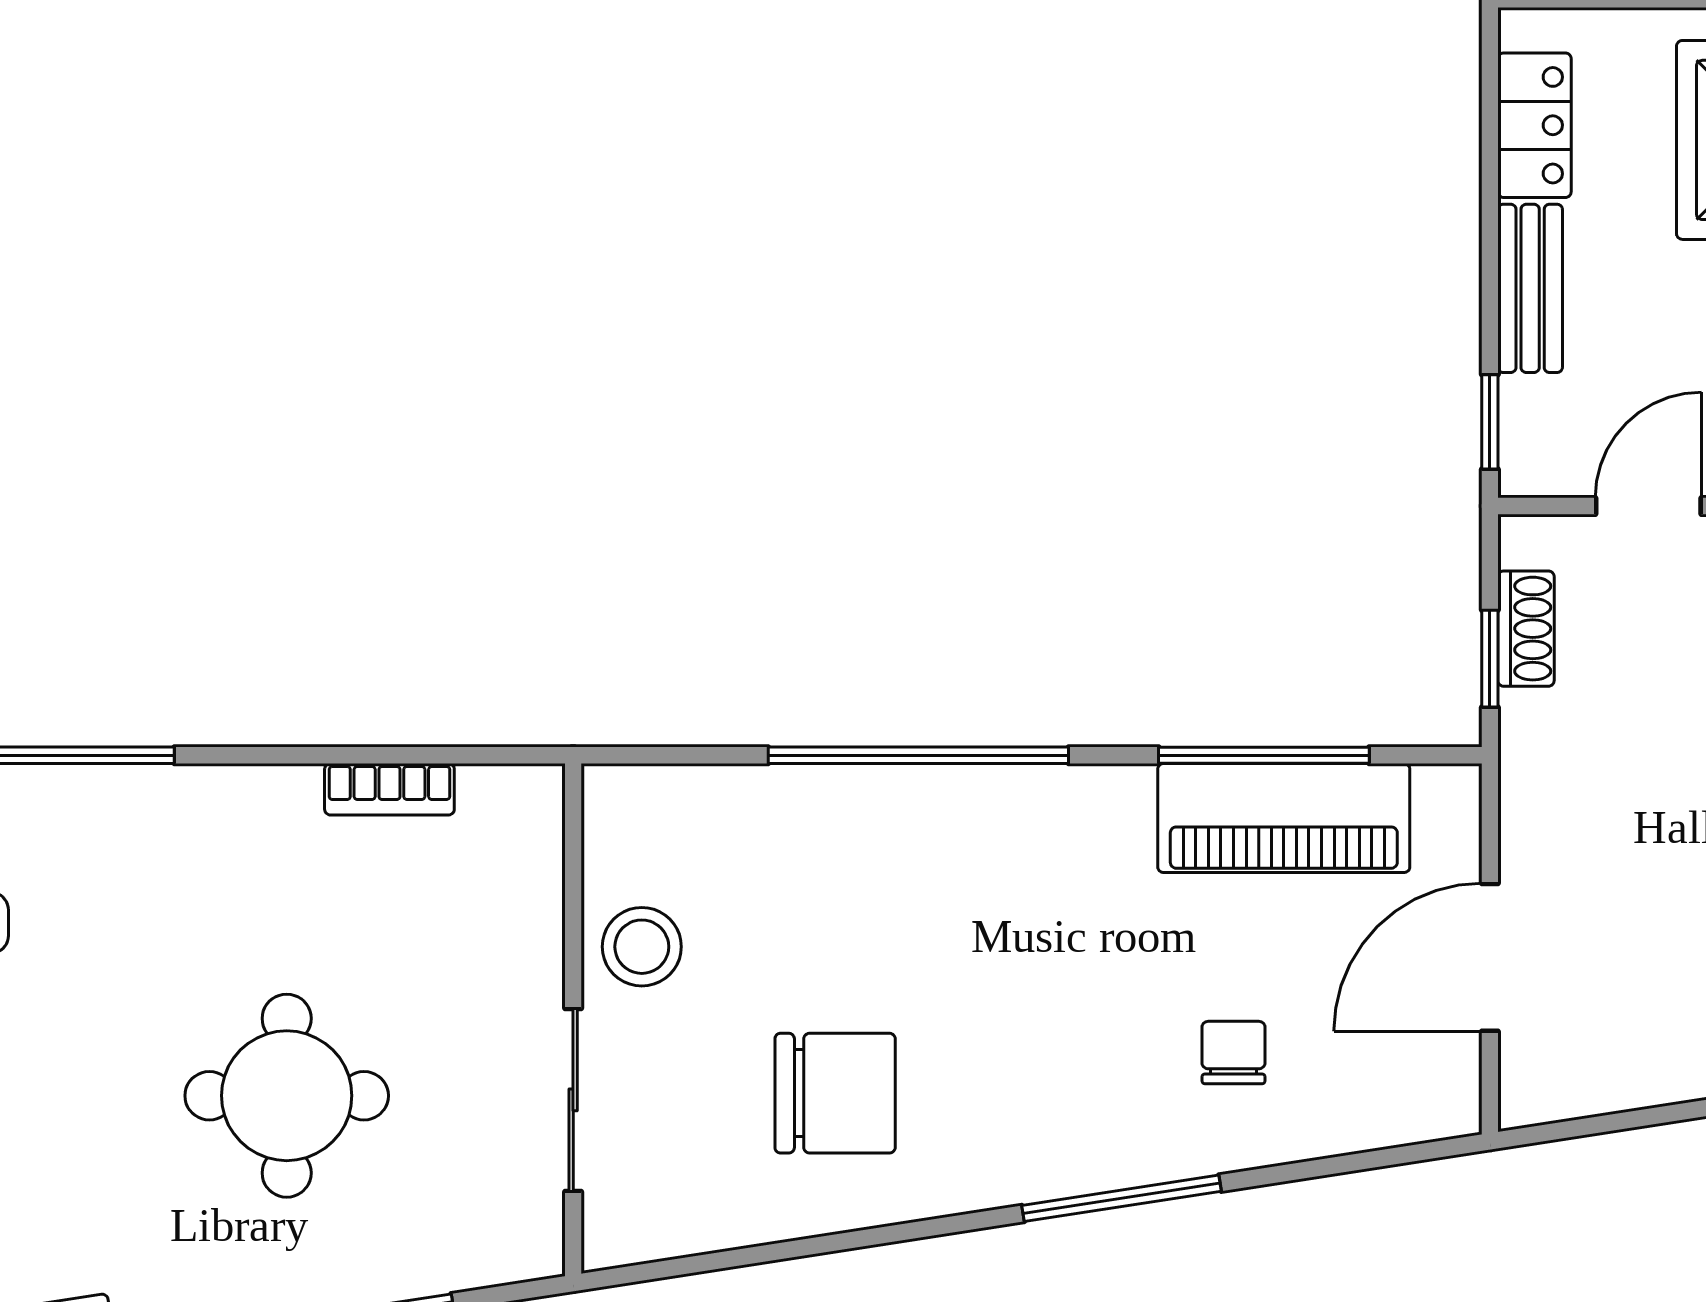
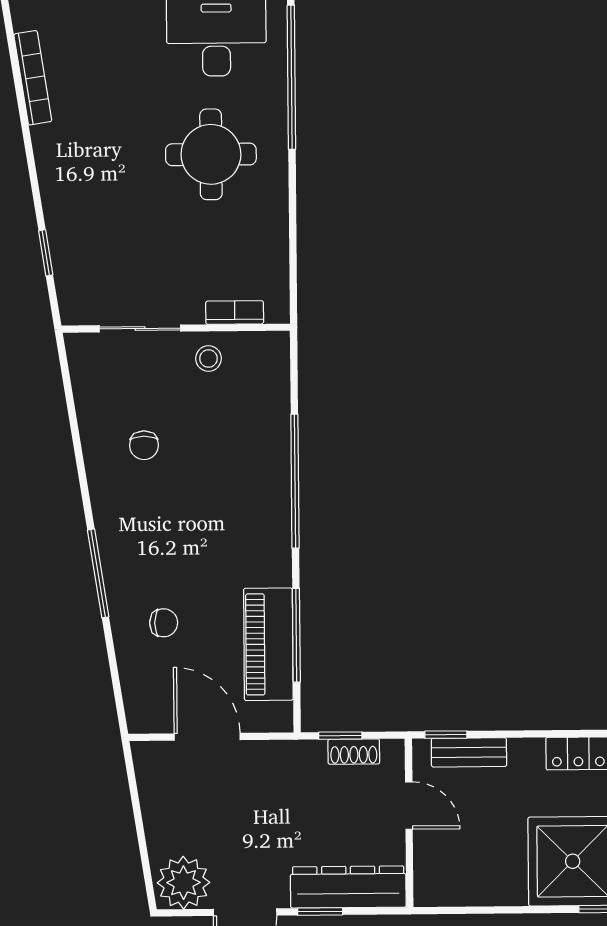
bench: (1530, 288) -> (469, 752), moved
bookcase: (389, 789) -> (235, 313), moved, turned 90
stool: (642, 947) -> (209, 358), width x0.73, depth x0.73
chair: (835, 1093) -> (144, 445), width x0.54, depth x0.54
round table: (287, 1096) -> (211, 154), moved

